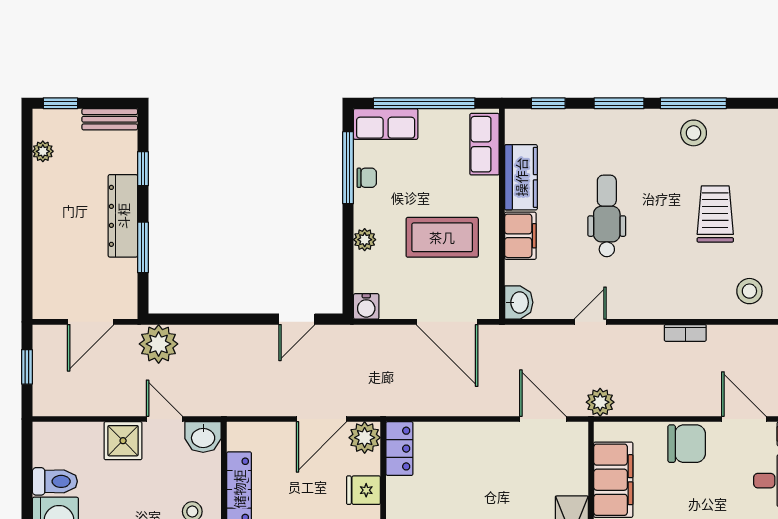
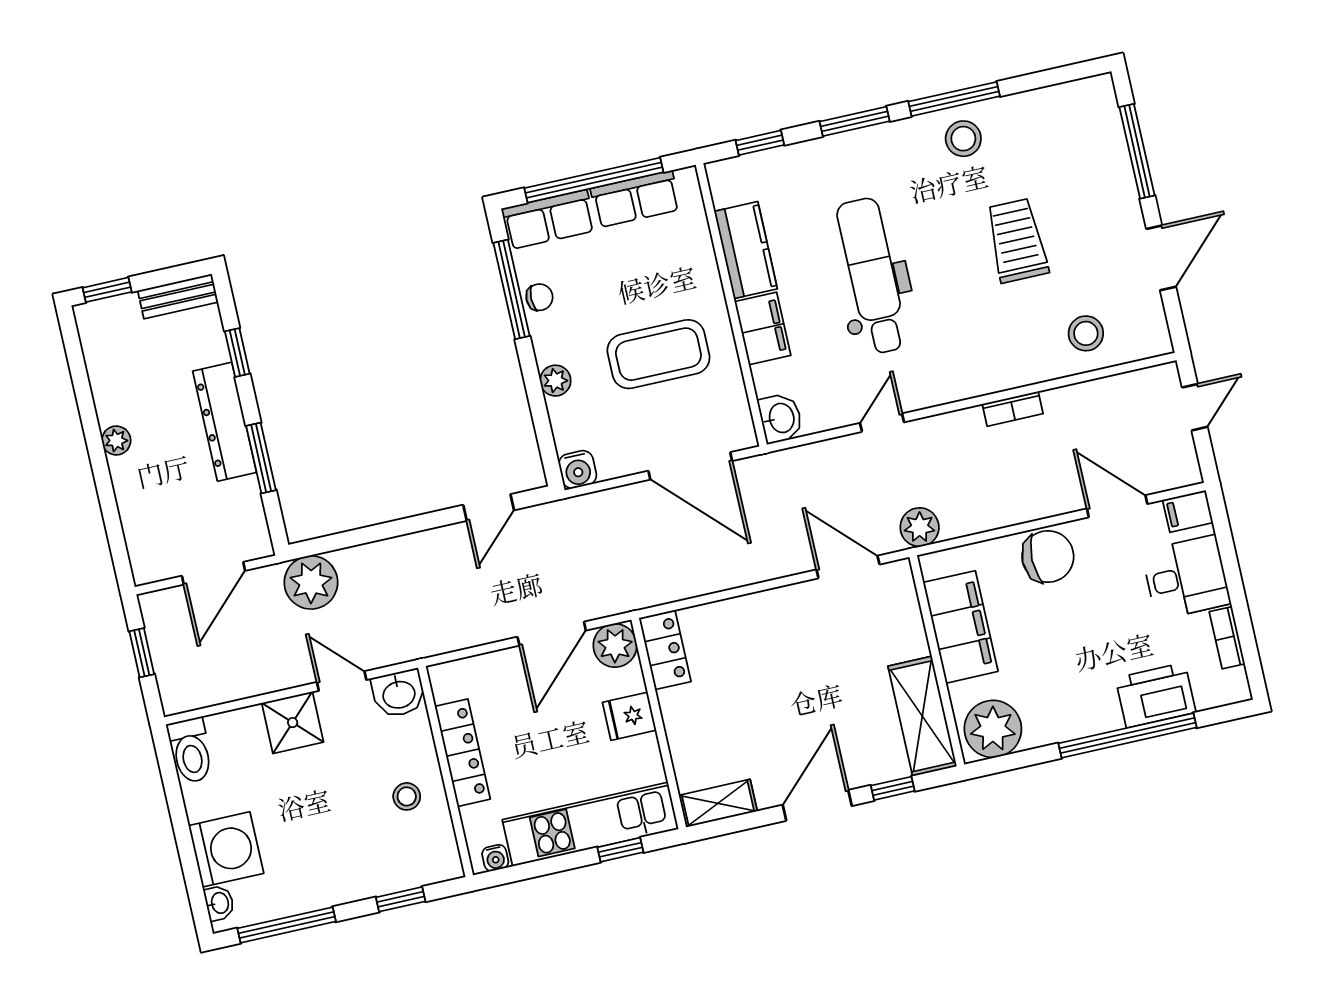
row of seats: (485, 144) -> (635, 199), moved, turned -90
plant: (43, 151) -> (116, 440), moved
dental chair: (607, 216) -> (872, 276), width x1.36, depth x1.38
toilet: (55, 481) -> (191, 751), moved, turned 90

